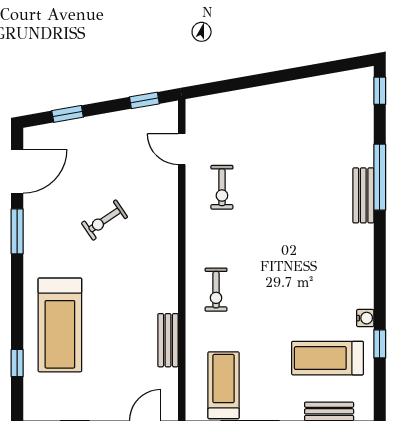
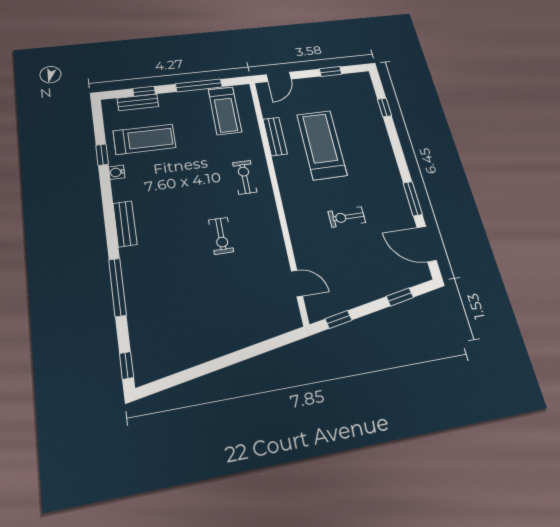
door: (17, 171) -> (427, 244), hinge flipped
exercise bike: (222, 187) -> (221, 236), moved, turned 180
bench: (363, 195) -> (125, 224), moved
exercise bike: (105, 220) -> (347, 217), turned -146
treadmill: (60, 325) -> (322, 145), moved

